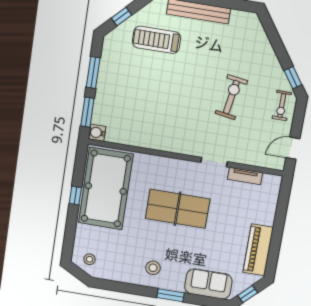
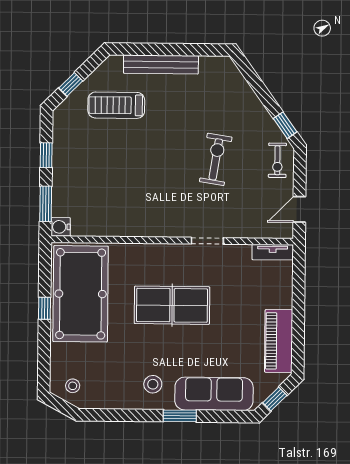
window: (93, 72) -> (46, 155), width x0.67
tv unit: (245, 176) -> (273, 252), moved
sofa: (208, 284) -> (214, 394), width x1.36

